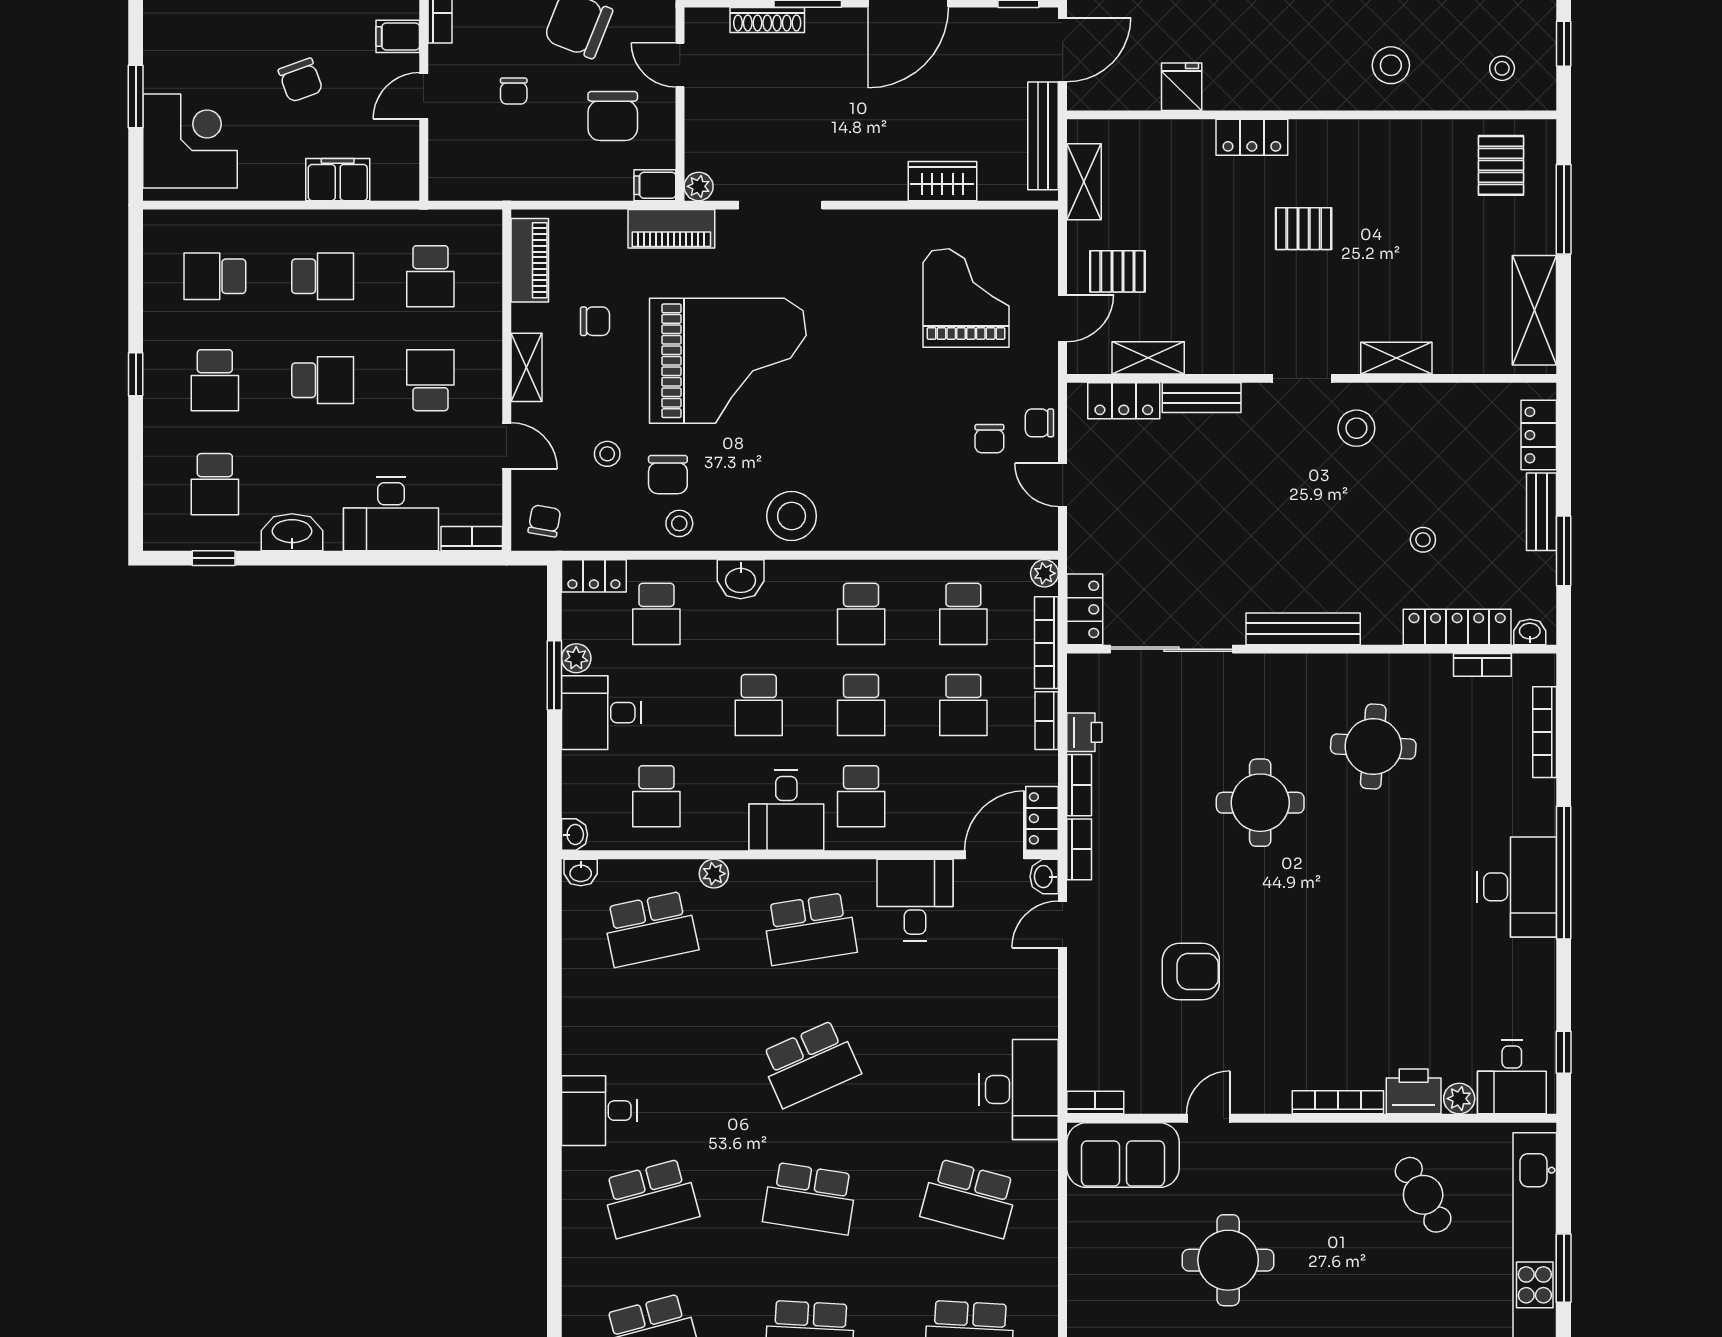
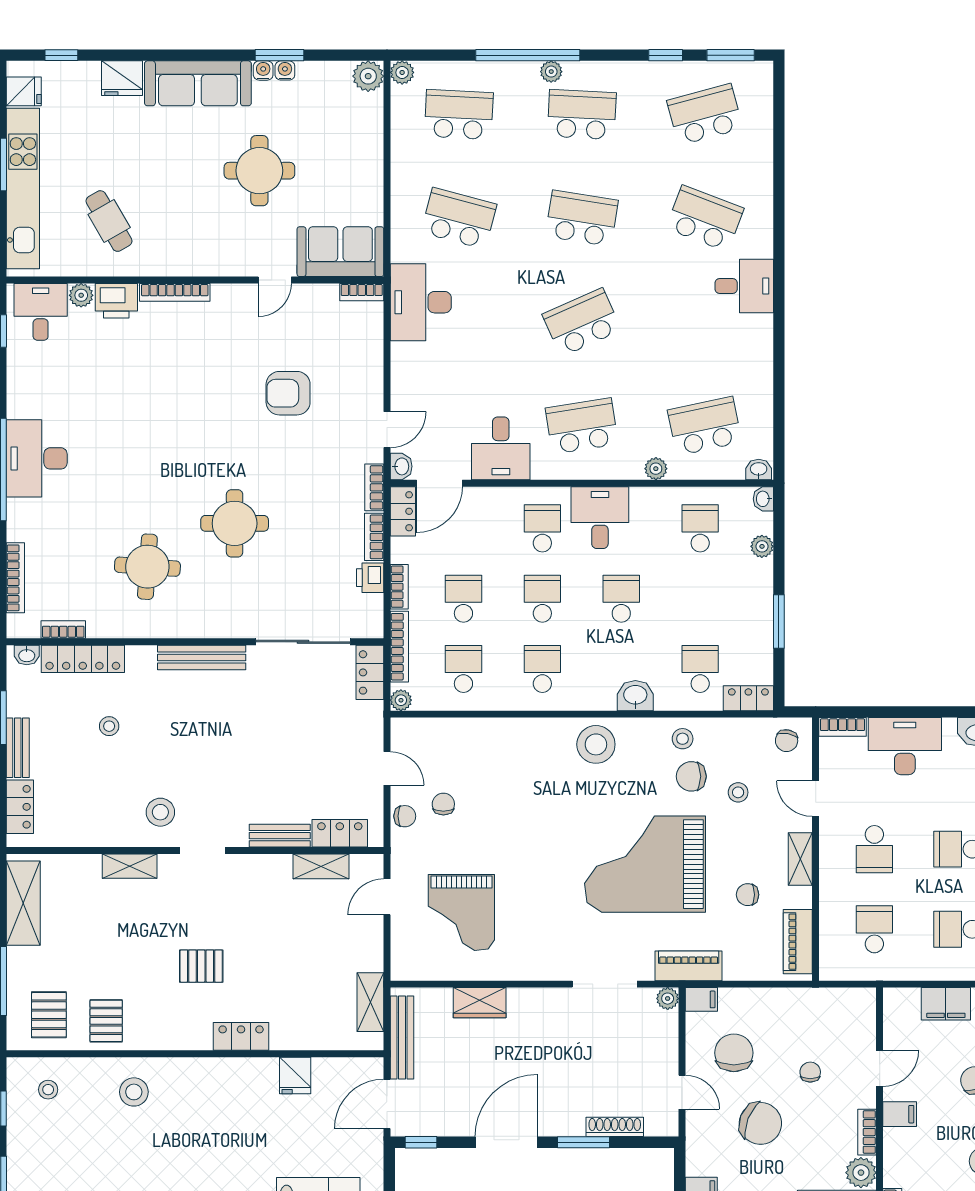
pallet: (1117, 271) -> (106, 1021), moved, turned 90
chair: (668, 475) -> (691, 776), turned -90
plant: (576, 658) -> (762, 546), moved
desk: (601, 713) -> (743, 593), removed
school desk: (650, 1198) -> (705, 218), turned 36

